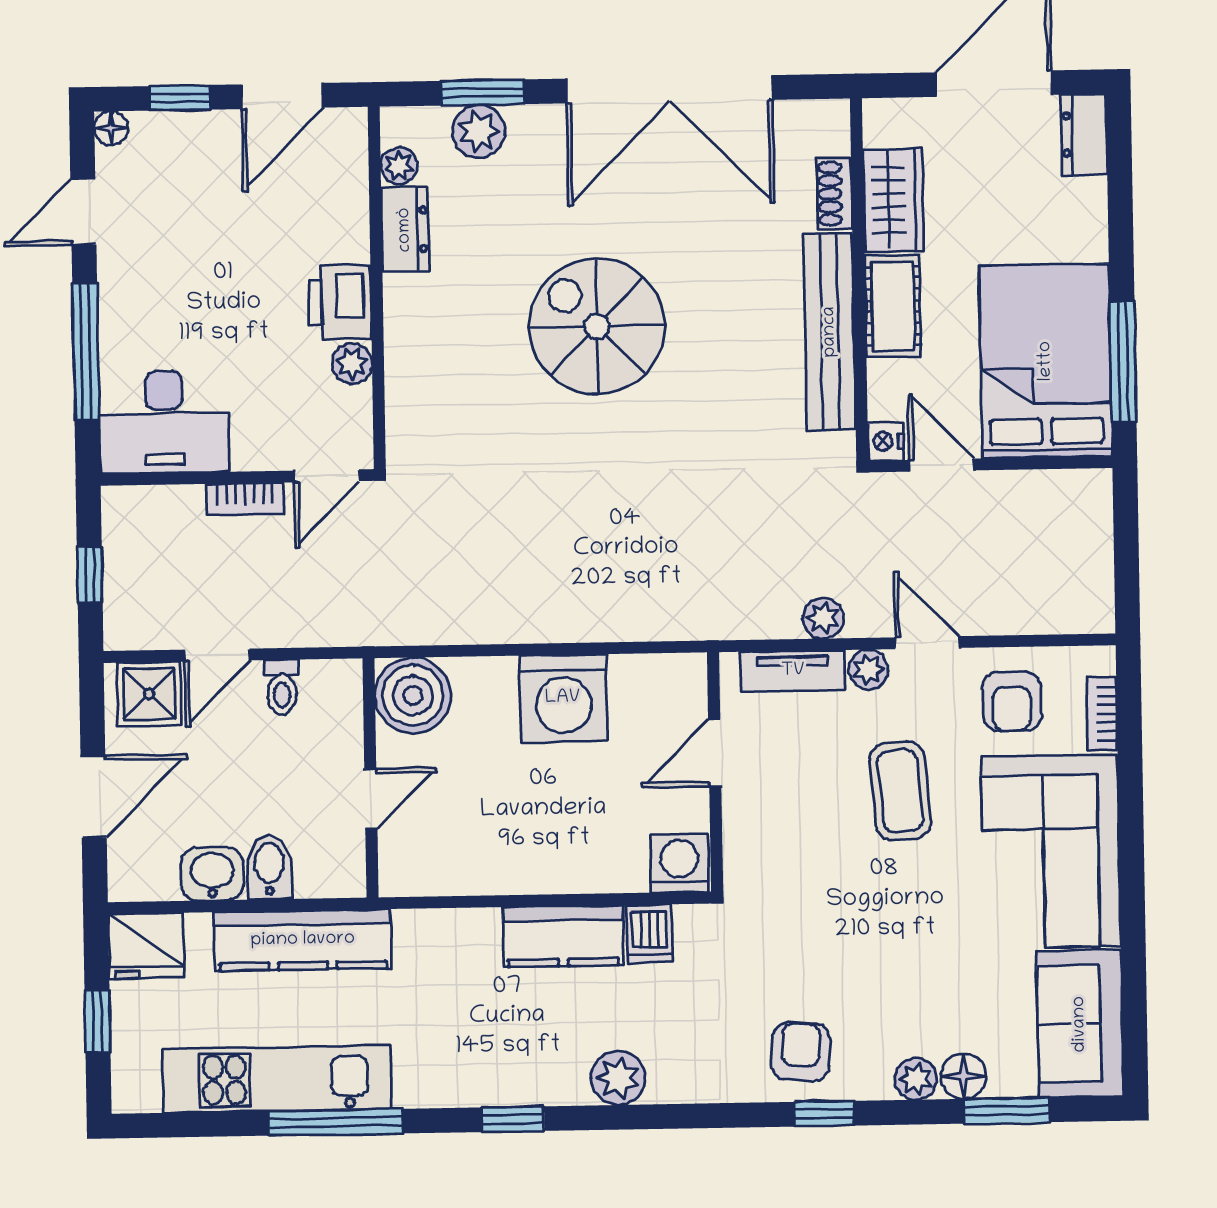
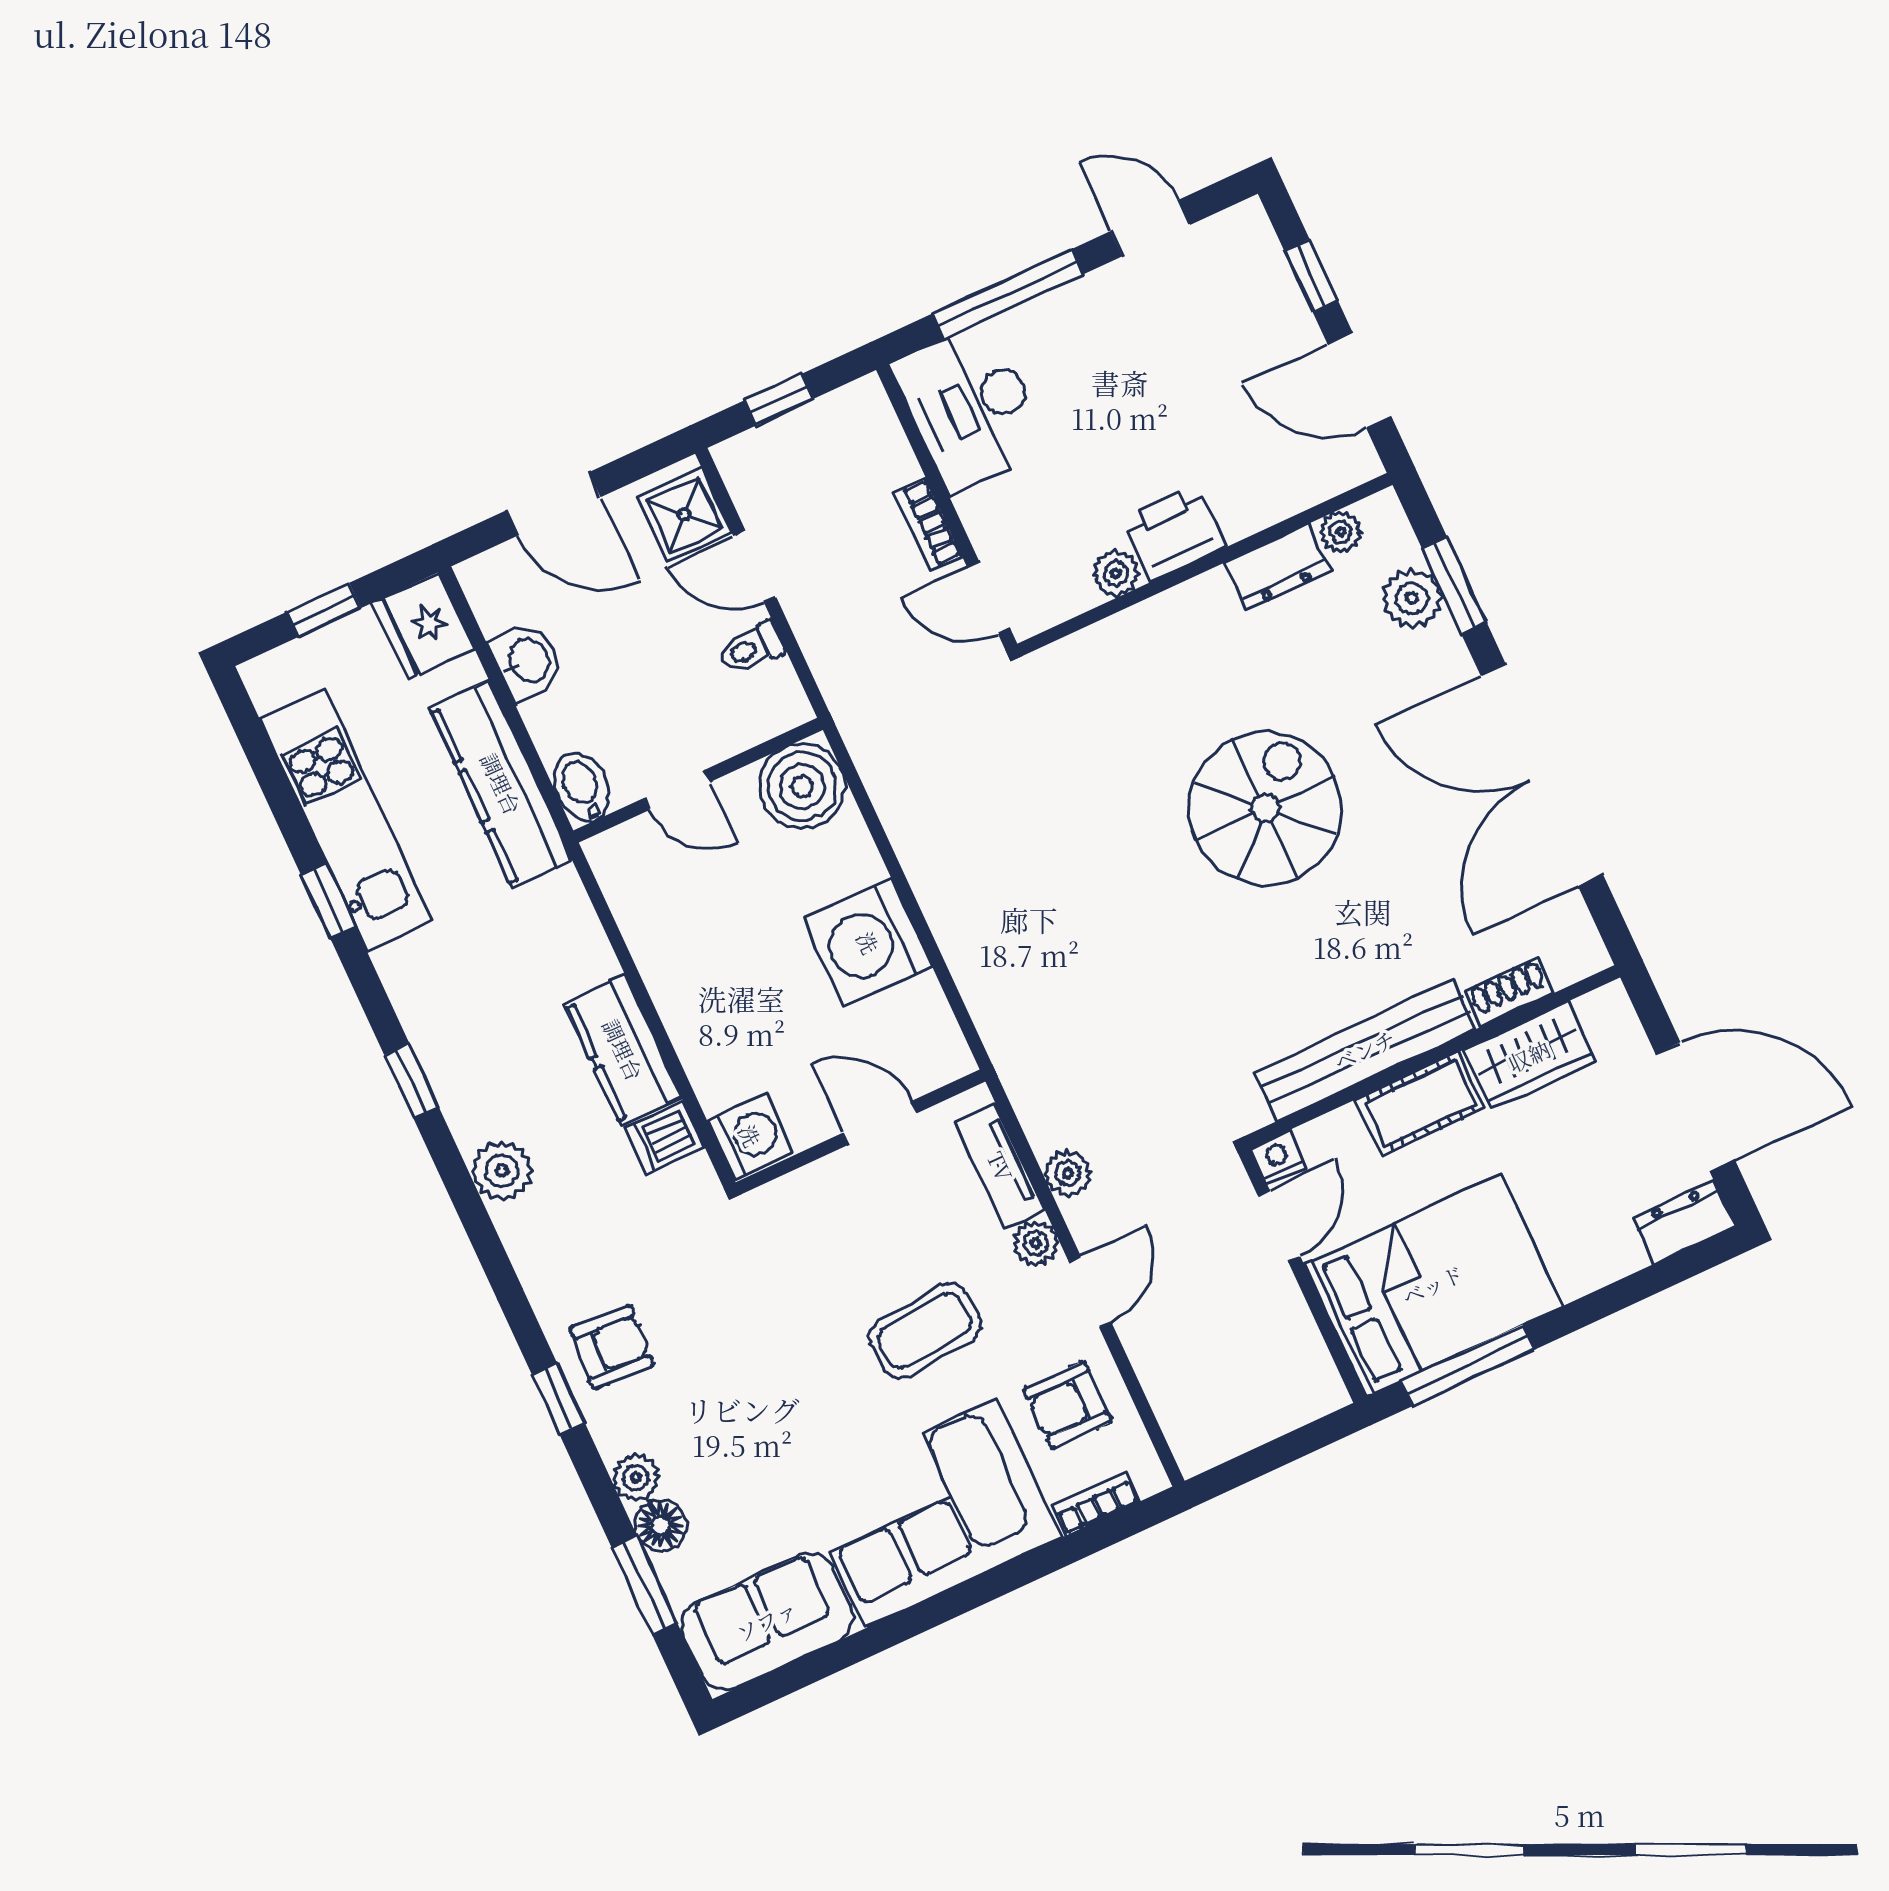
floor lamp: (111, 128) -> (1249, 219), removed
bidet: (269, 867) -> (582, 787), moved, turned -90
window: (336, 1122) -> (328, 901), width x0.46

